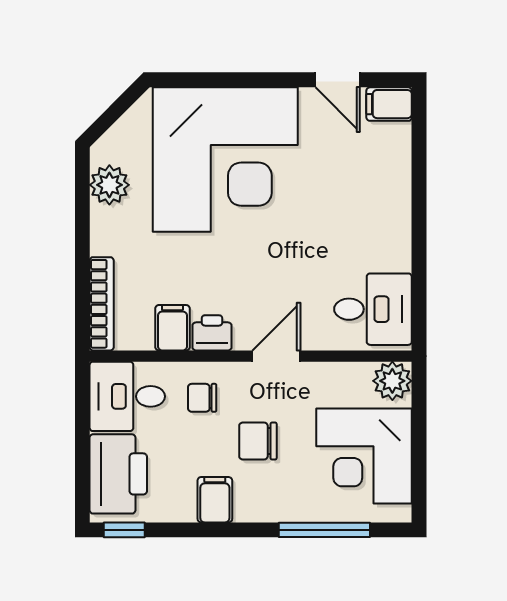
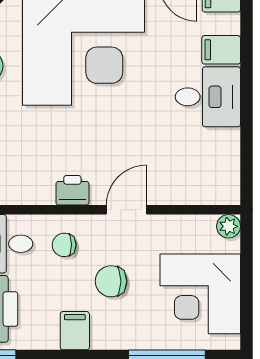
desk: (373, 309) -> (208, 97), moved
filing cabinet: (172, 328) -> (221, 50), moved, turned -90
plant: (392, 381) -> (229, 226), width x0.73, depth x0.73

